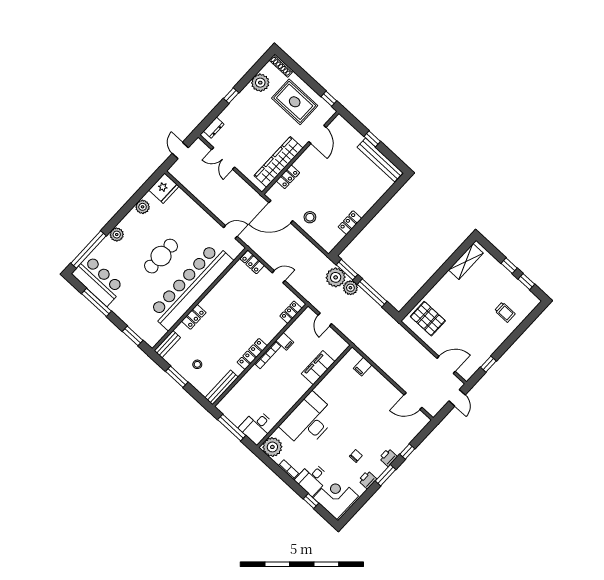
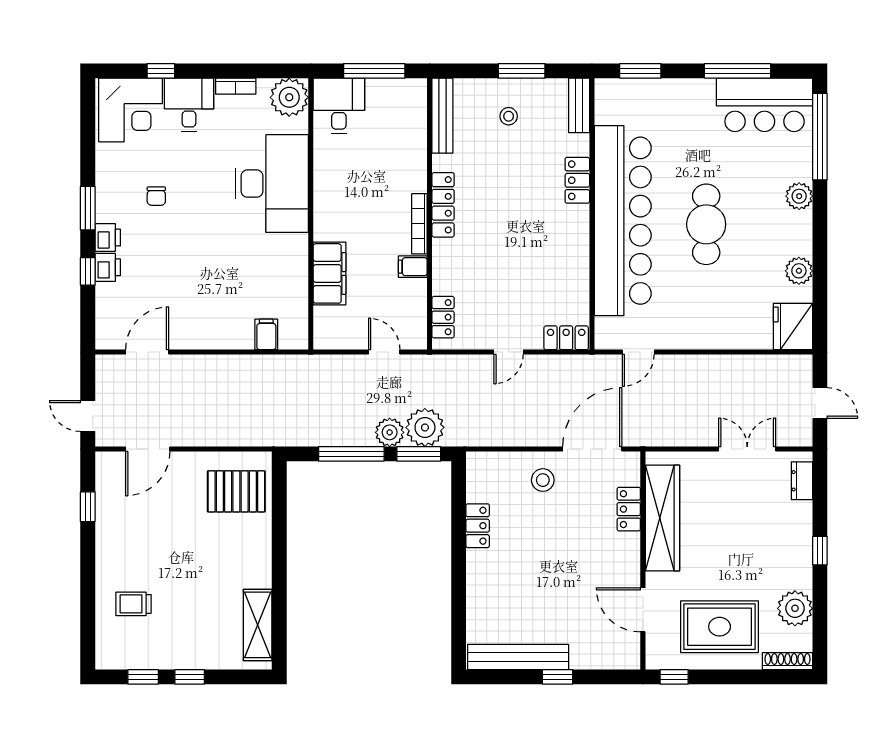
printer: (367, 480) -> (108, 267), moved

